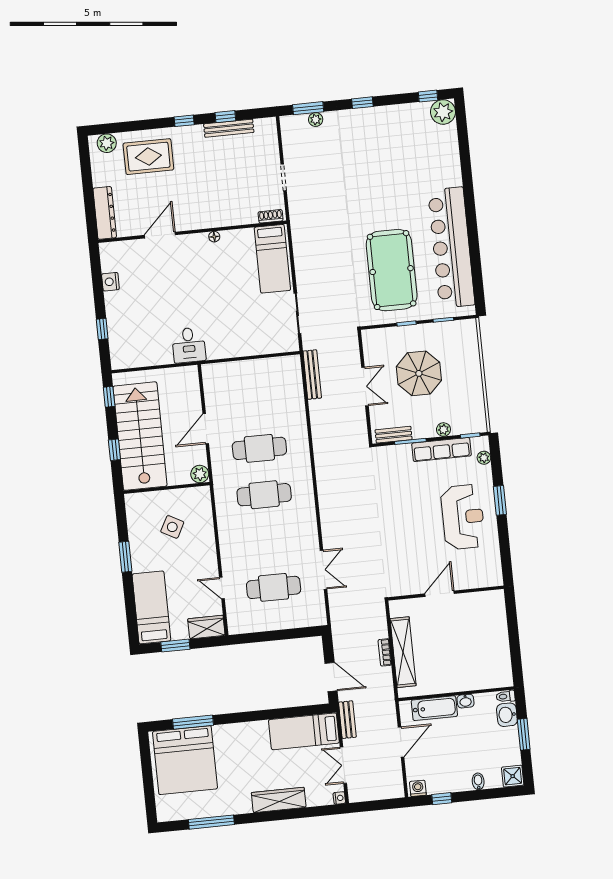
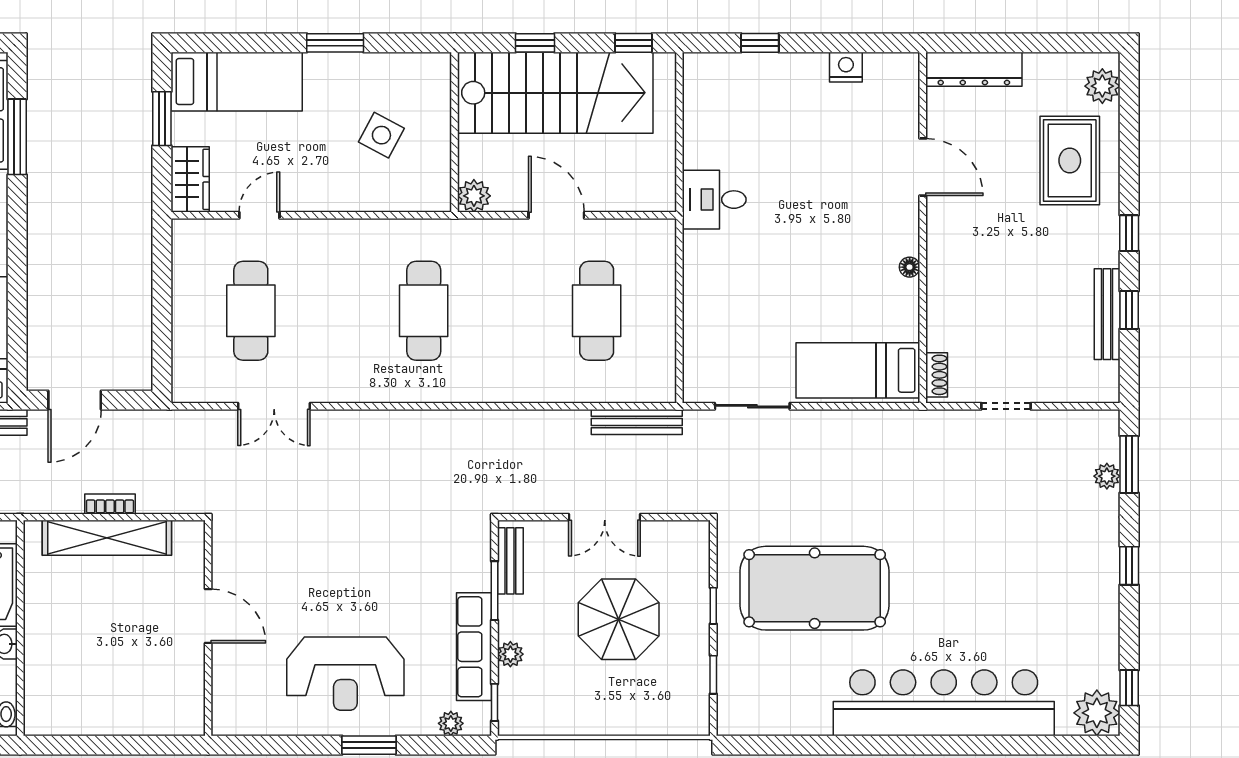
bar counter: (451, 247) -> (944, 703), moved
cafe table: (259, 448) -> (597, 311), moved

